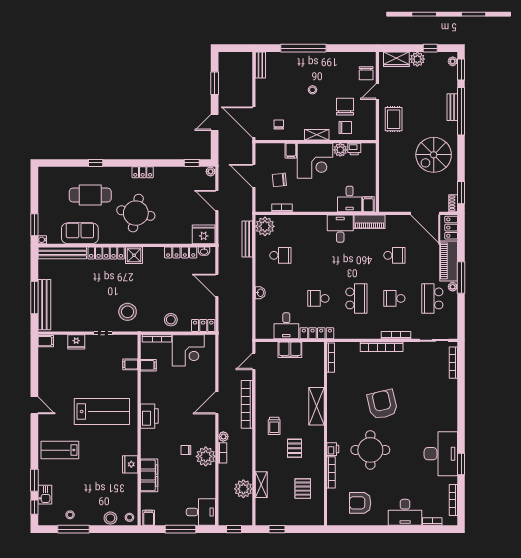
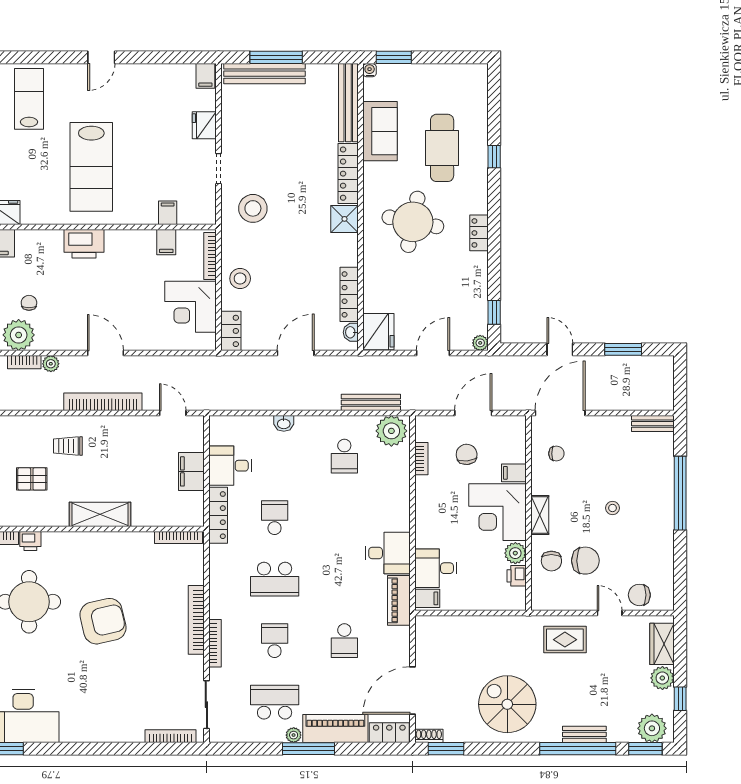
plant: (453, 61) -> (652, 728), width x1.88, depth x1.88

